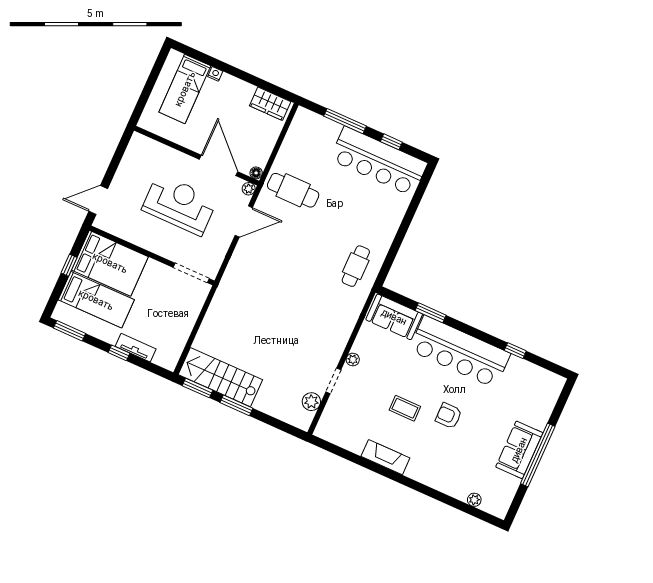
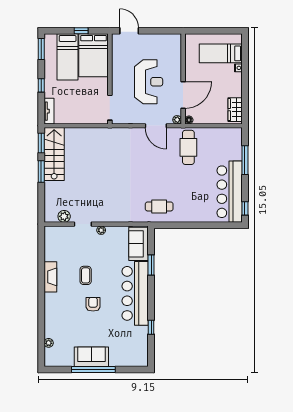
window: (391, 142) -> (245, 208), moved
tv unit: (136, 348) -> (49, 111), moved

